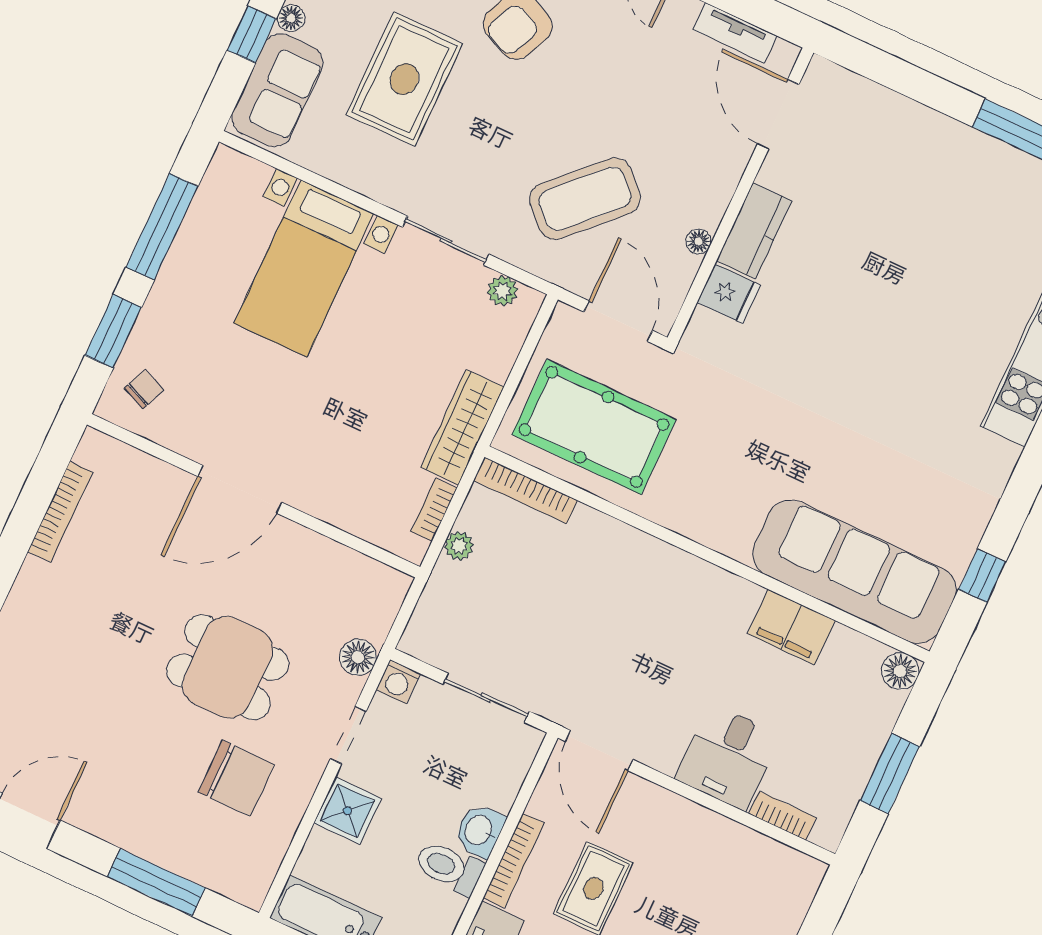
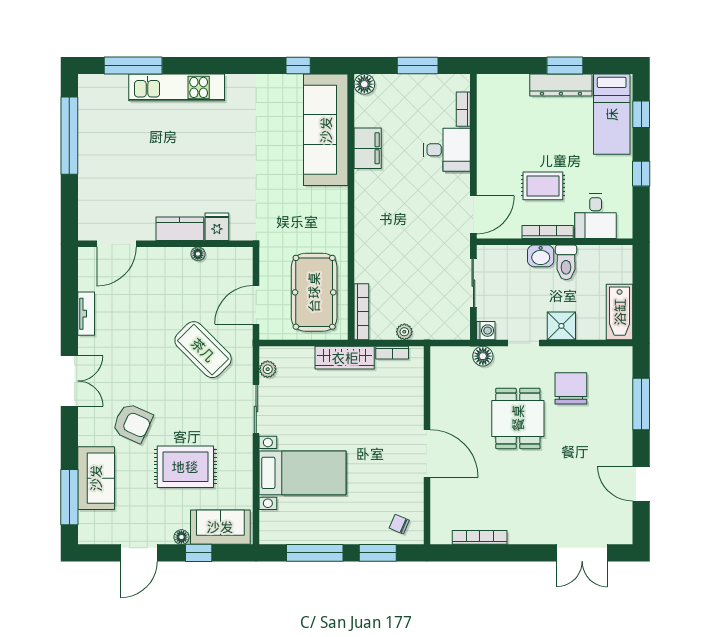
door: (778, 114) -> (117, 244), moved
wall: (740, 195) -> (165, 244), moved
kitchen counter: (754, 231) -> (180, 229), moved
floor lamp: (699, 241) -> (198, 254), moved
fridge: (729, 294) -> (217, 227), moved

